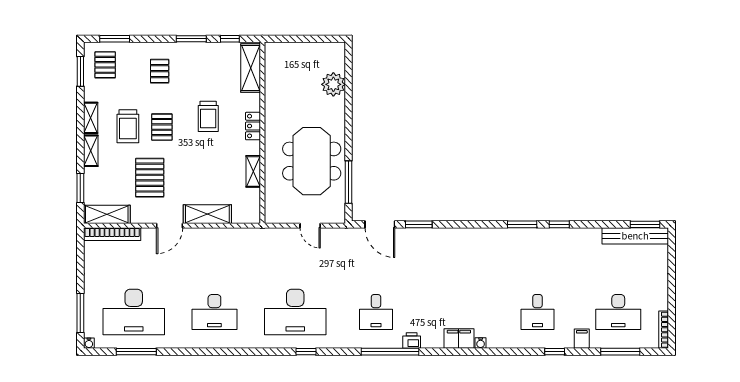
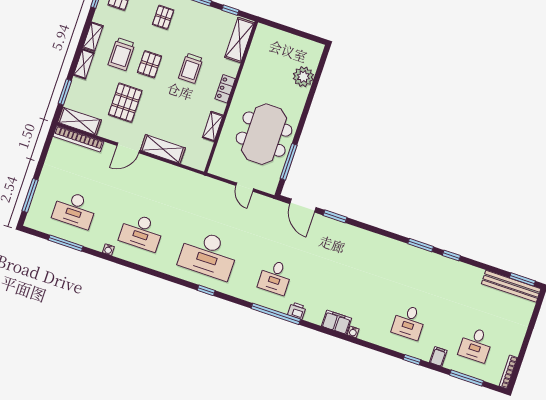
desk: (134, 312) -> (75, 210), width x0.73, depth x0.77
desk: (618, 312) -> (476, 345), width x0.73
water cooler: (89, 343) -> (108, 250), moved

